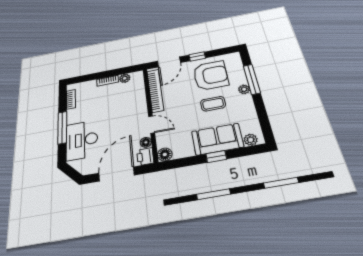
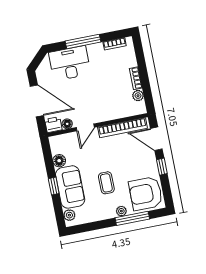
armchair: (211, 75) -> (146, 193), moved, turned 90
floor lamp: (165, 154) -> (59, 161), moved

